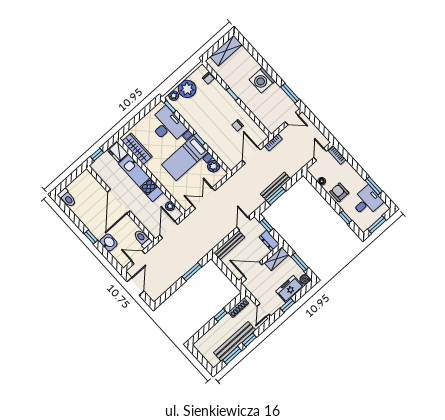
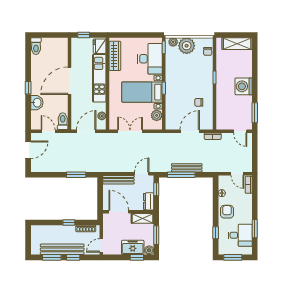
door: (320, 154) -> (237, 174), swing flipped
window: (276, 196) -> (181, 175), width x1.44
window: (287, 305) -> (137, 257), moved

